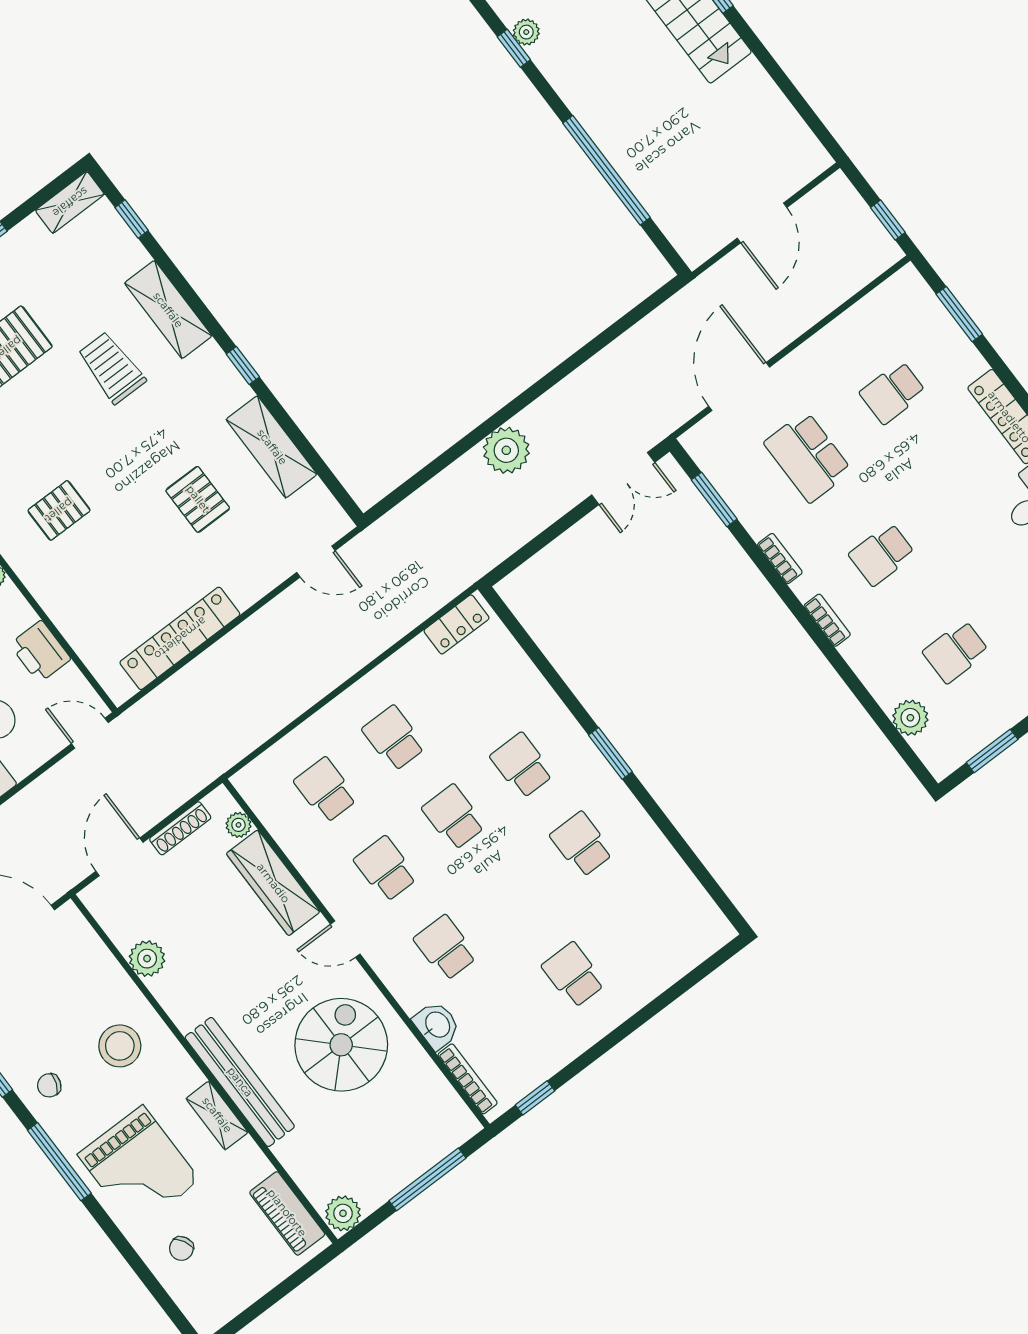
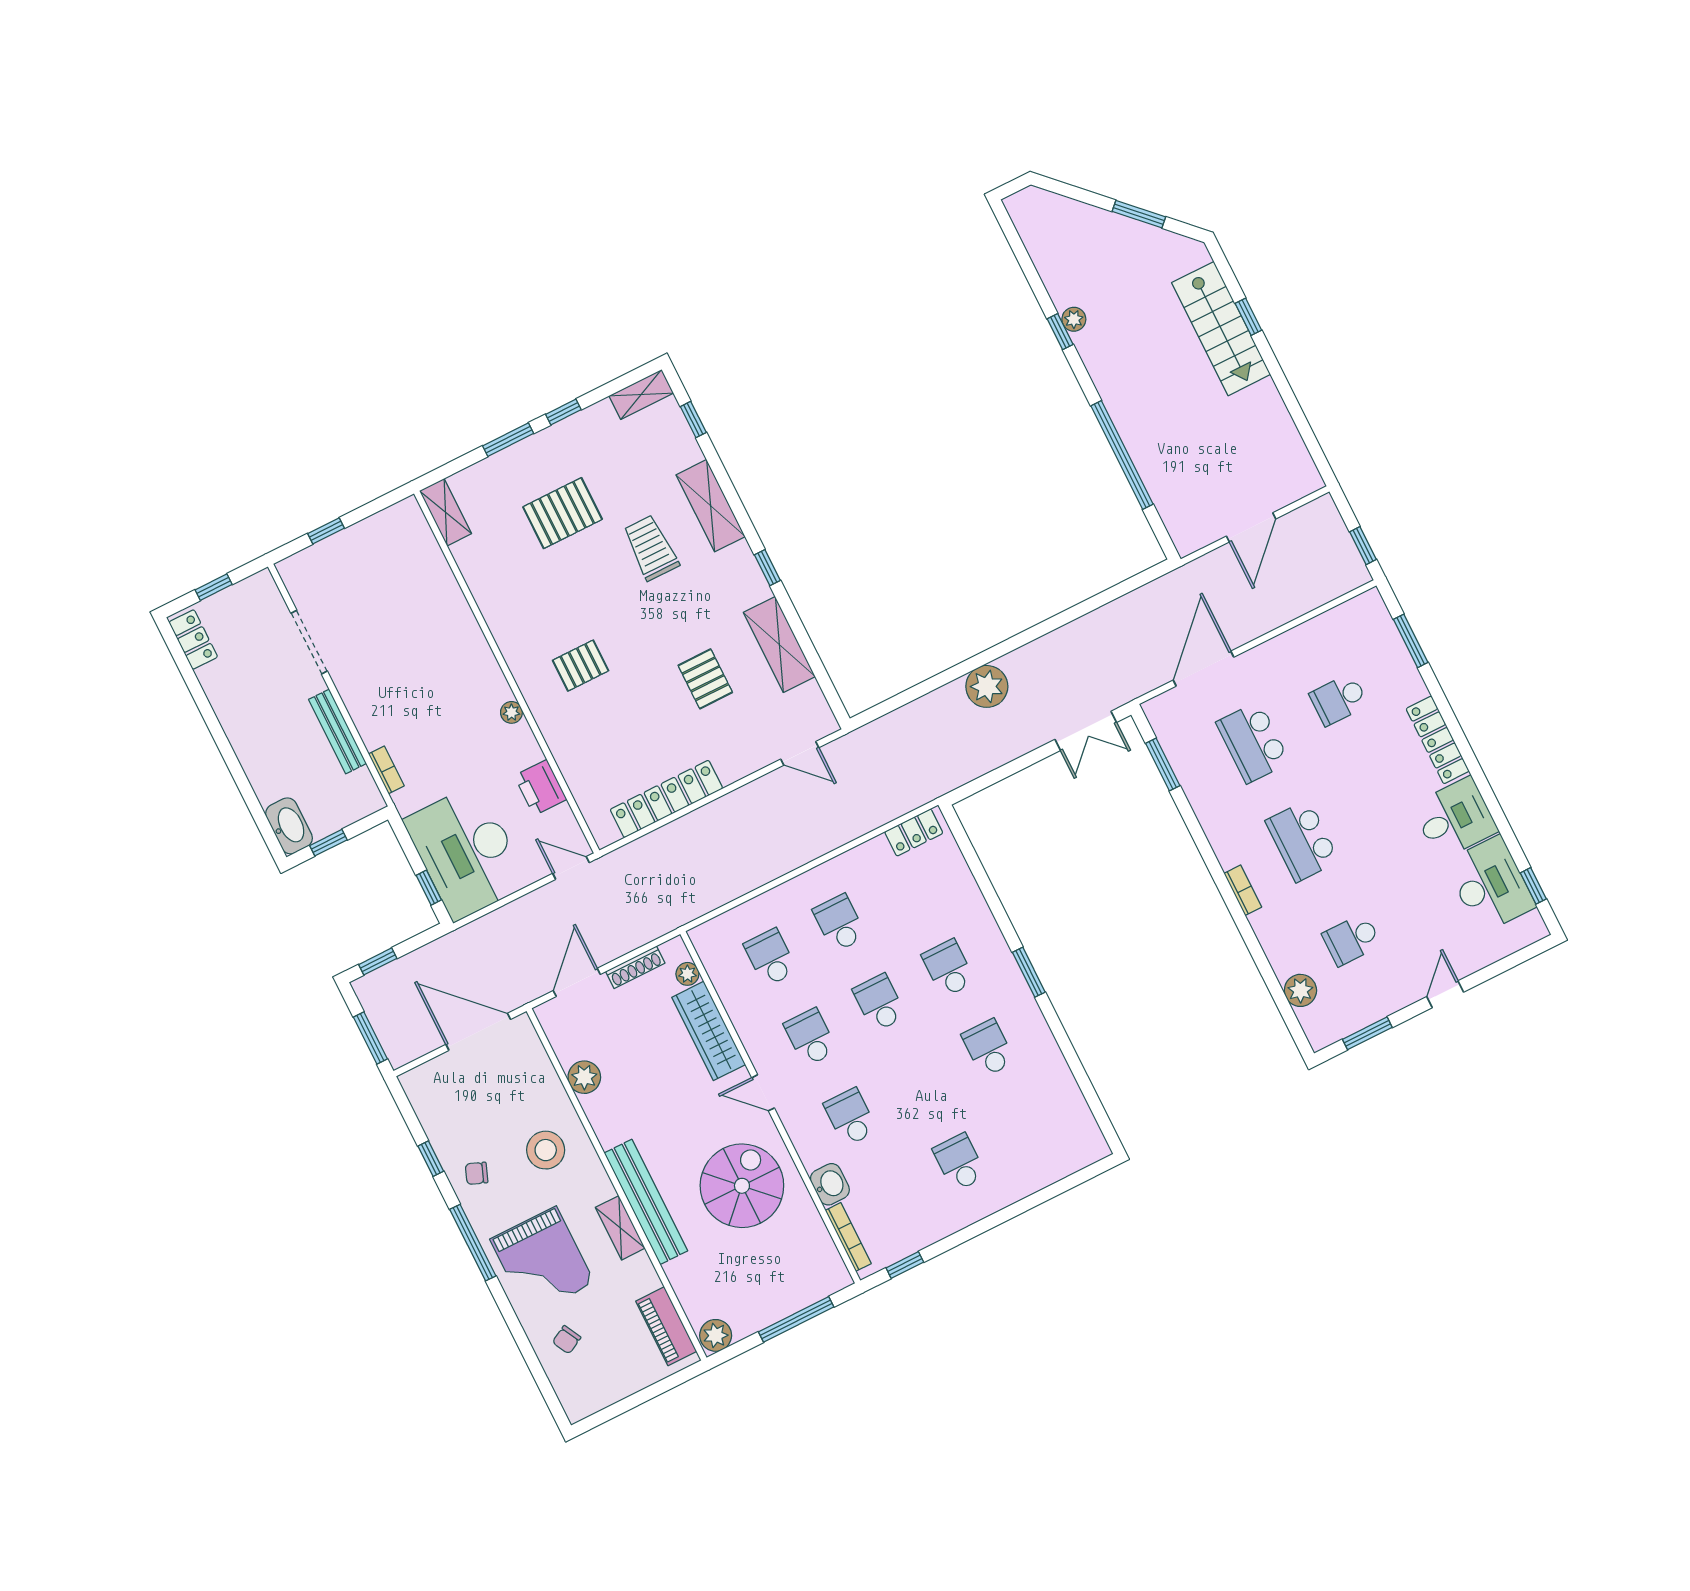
school desk: (882, 554) -> (1302, 841), width x1.85
bookcase: (780, 559) -> (1211, 828), removed

